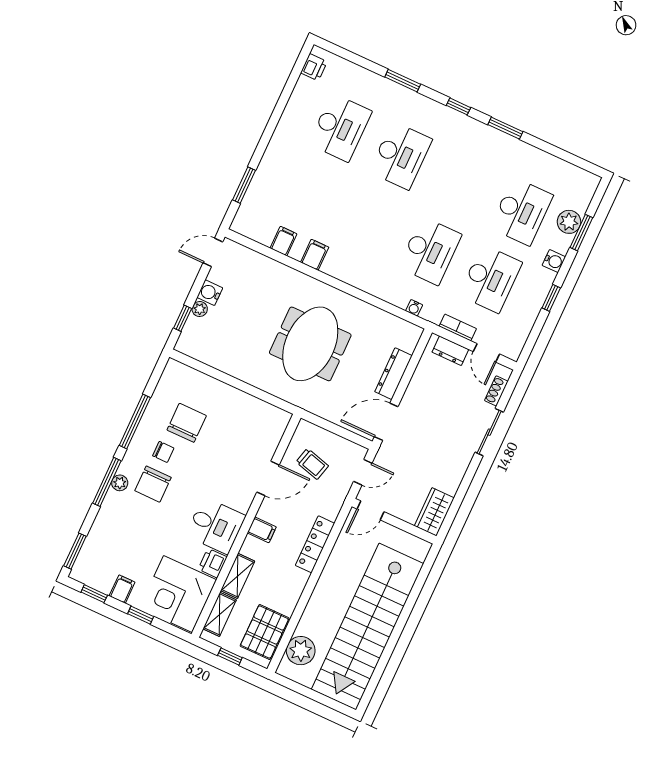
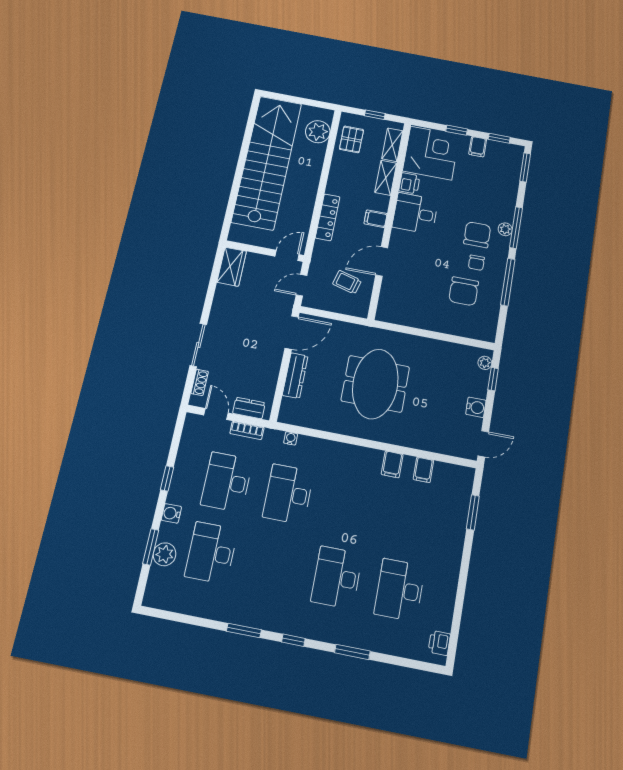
plant: (200, 309) -> (485, 363), moved
chair: (163, 452) -> (476, 263), turned -90
pallet: (265, 632) -> (351, 139), width x0.67, depth x0.71

